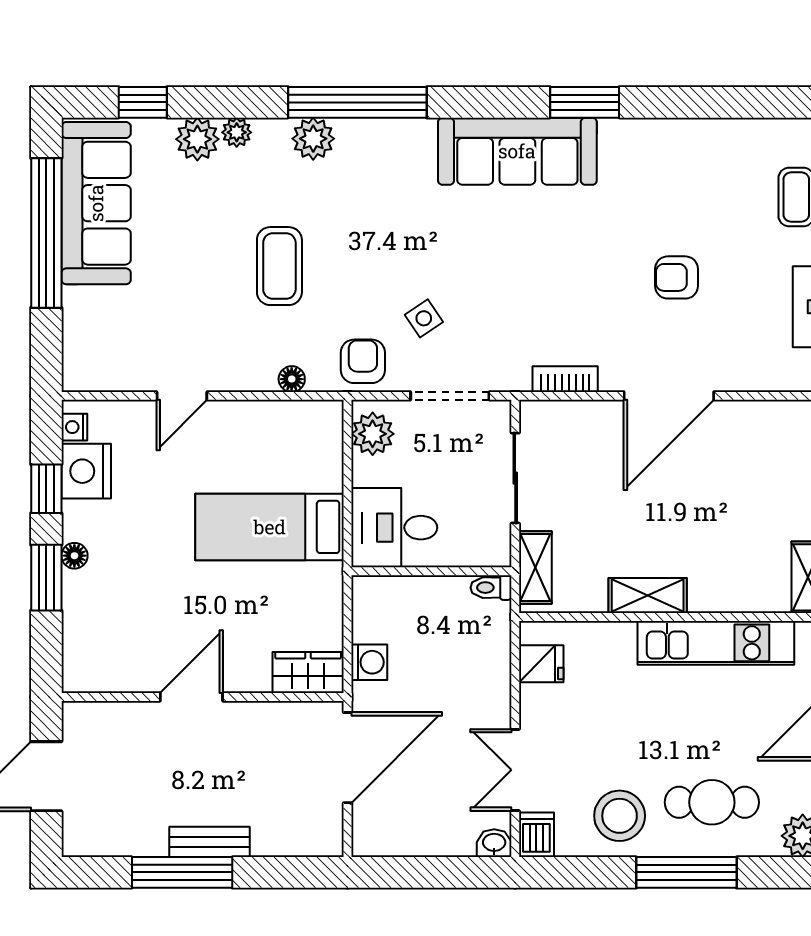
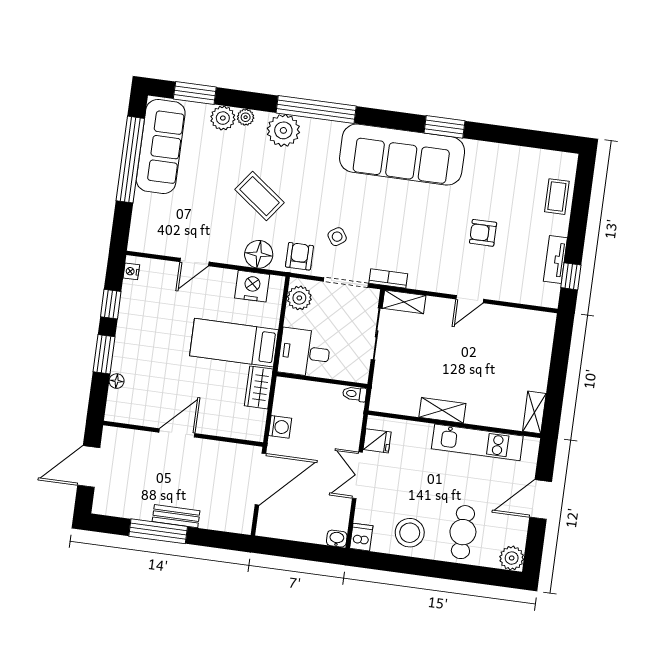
window: (143, 102) -> (195, 93), width x1.50
plant: (313, 139) -> (283, 130), width x1.36, depth x1.36
sofa: (517, 151) -> (402, 155), width x1.36, depth x1.27
coffee table: (279, 266) -> (260, 196), turned -53
floor lamp: (292, 379) -> (259, 254), width x1.89, depth x1.89
bookcase: (565, 379) -> (388, 278), moved
door: (669, 396) -> (470, 299), width x0.53
nightstand: (86, 471) -> (252, 286), moved, turned 90
floor lamp: (74, 556) -> (117, 381), moved
shelving: (535, 567) -> (404, 302), moved, turned 90
wardrobe: (308, 673) -> (259, 387), moved, turned -90
double door: (515, 770) -> (357, 475), moved
cafe table: (712, 802) -> (463, 532), turned 90
window: (686, 872) -> (443, 570), removed

